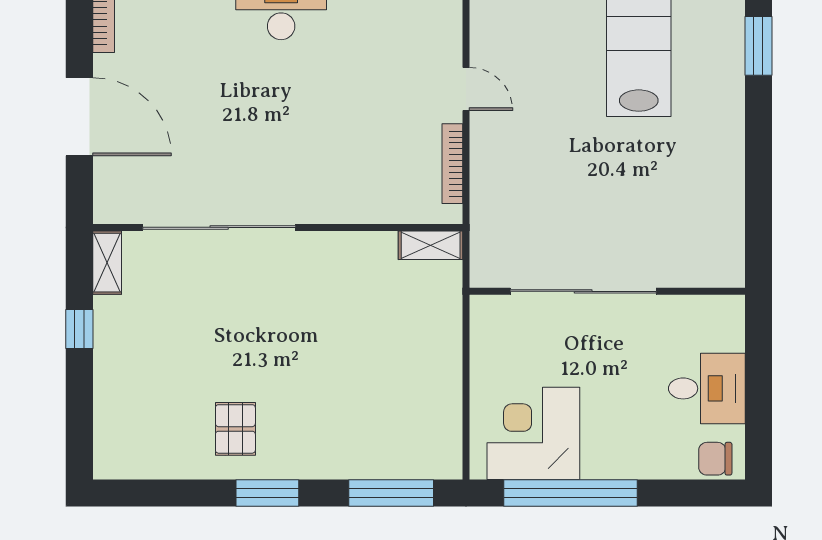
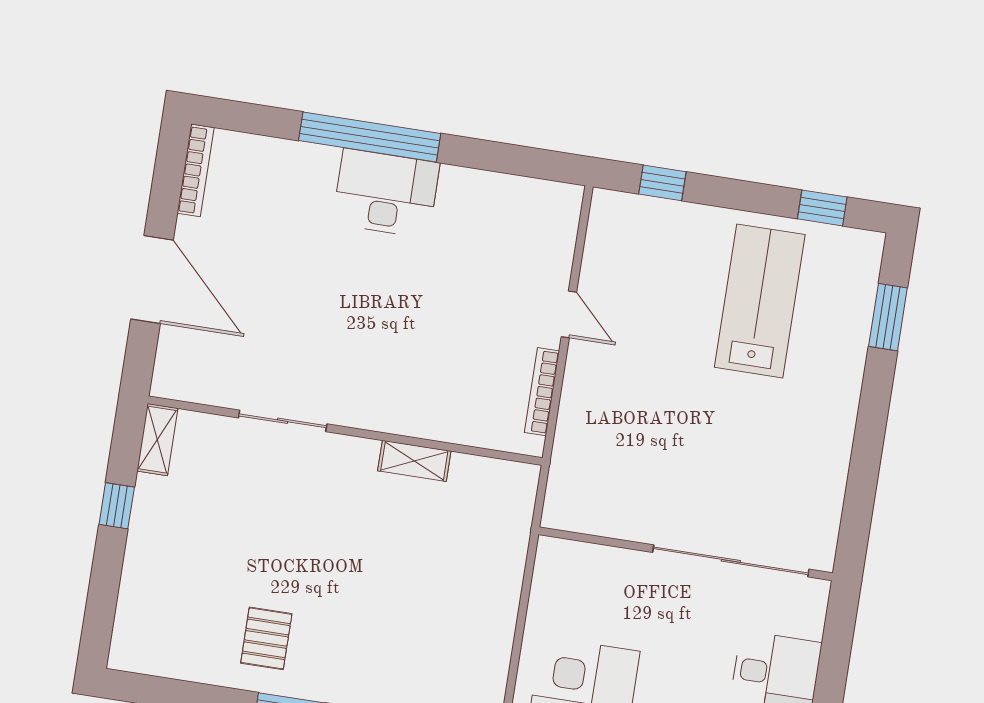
sliding door: (219, 227) -> (283, 421), width x0.54
shelving: (431, 245) -> (414, 461), moved
sliding door: (583, 291) -> (731, 561), moved

